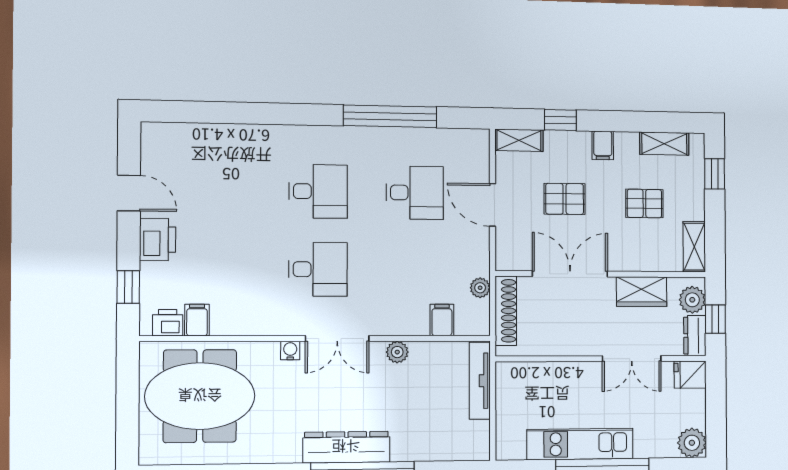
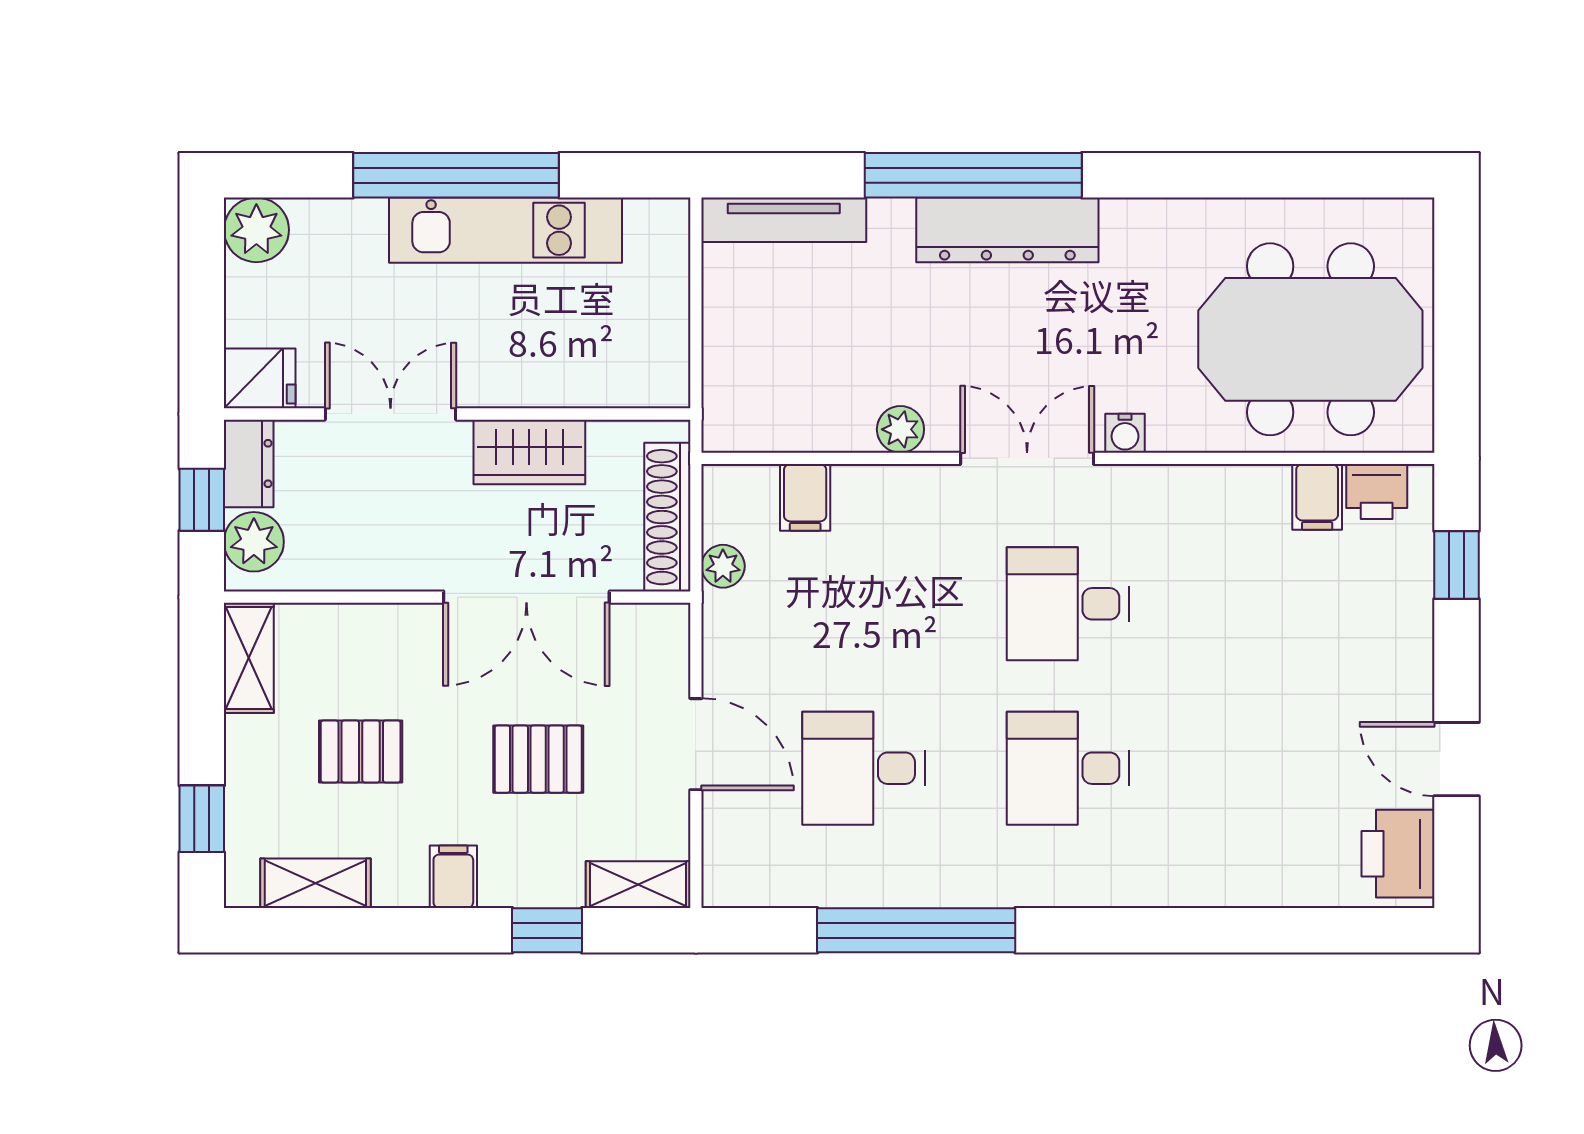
printer: (158, 239) -> (1398, 854), moved
wardrobe: (642, 292) -> (529, 452), moved, turned 180
tv unit: (480, 381) -> (784, 220), moved, turned 90

